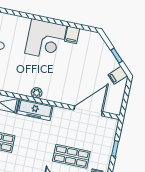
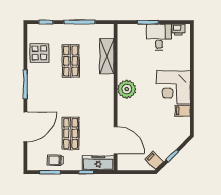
plant: (37, 93) -> (127, 89), width x1.88, depth x1.88
freezer: (35, 110) -> (98, 163), moved, turned 90

